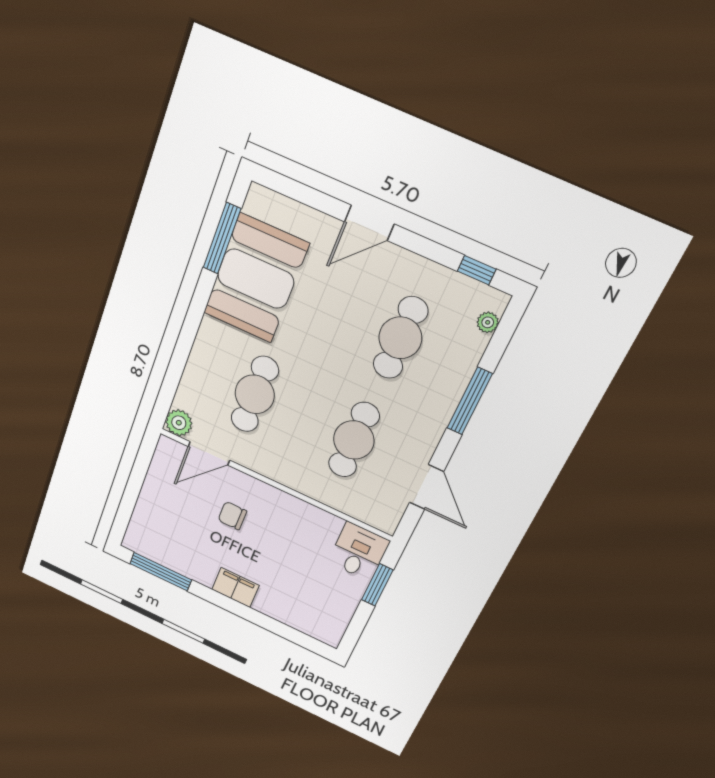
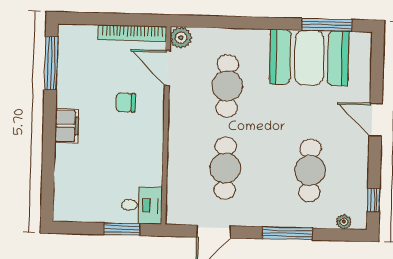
cafe table: (400, 338) -> (310, 170), turned 90
cafe table: (255, 394) -> (227, 86), turned 90
cafe table: (354, 440) -> (225, 168), turned 90
bookcase: (156, 474) -> (132, 33), added
chair: (232, 516) -> (126, 103), turned -90

